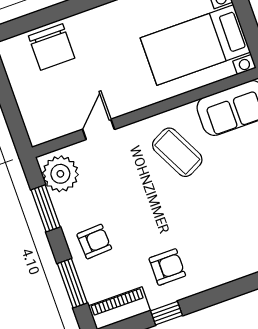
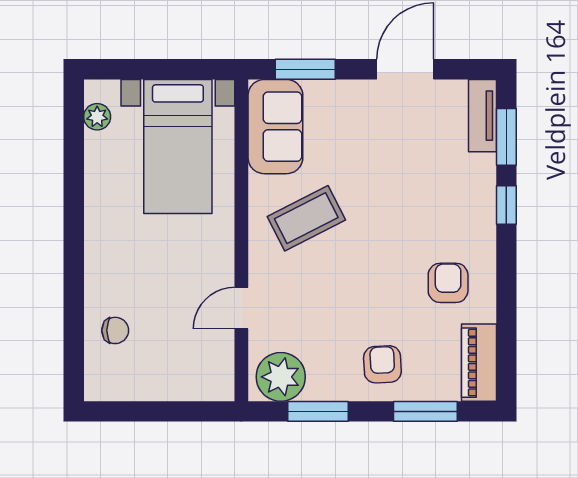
chair: (52, 47) -> (115, 330), width x0.54, depth x0.54
door: (98, 129) -> (241, 308), hinge flipped
window: (167, 313) -> (506, 205), moved

